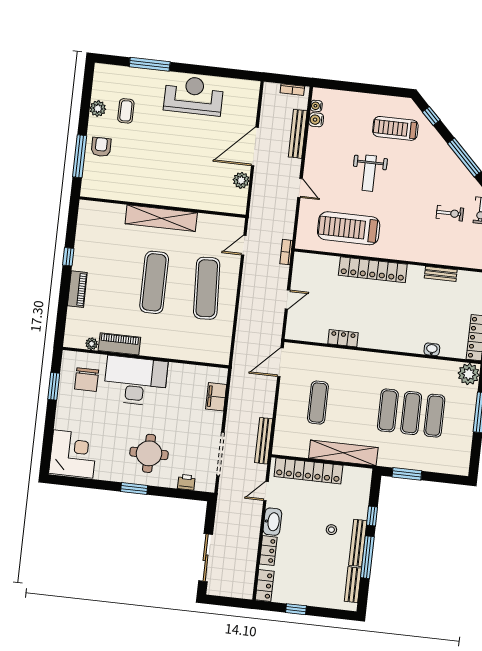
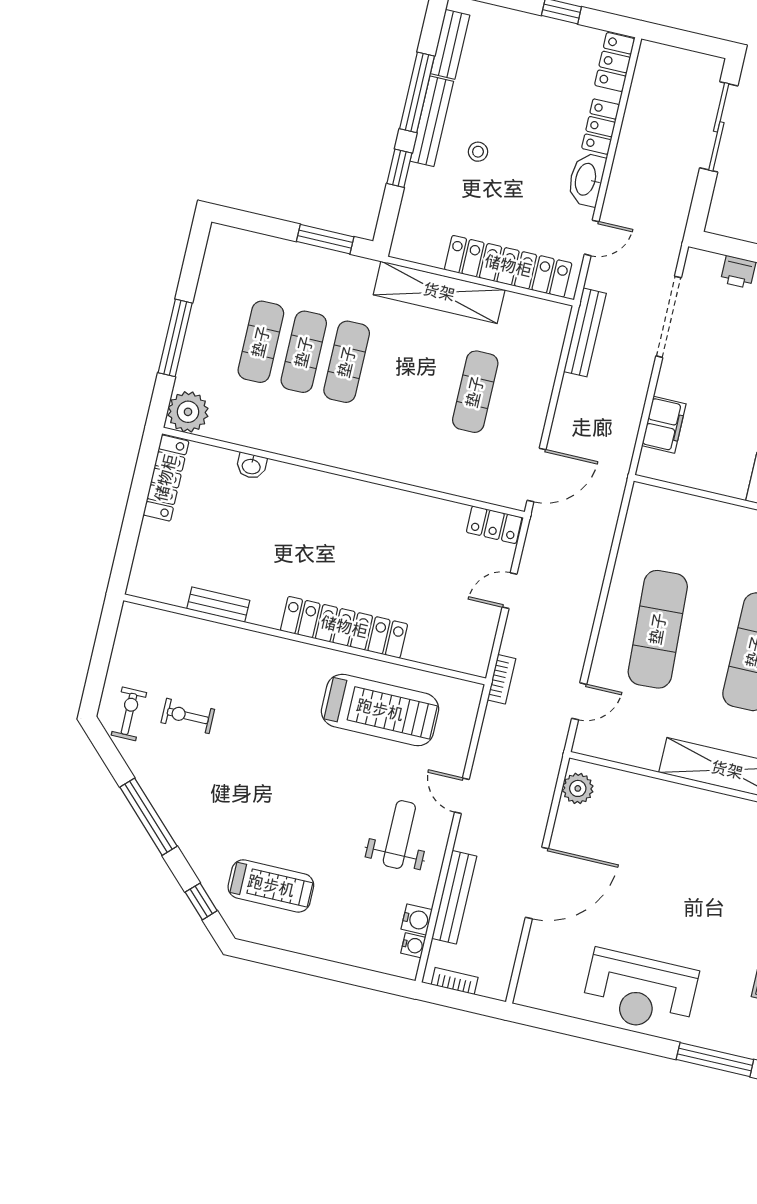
weight bench: (369, 173) -> (399, 834), moved
plant: (241, 180) -> (578, 788), moved
locker: (343, 338) -> (494, 525), moved

